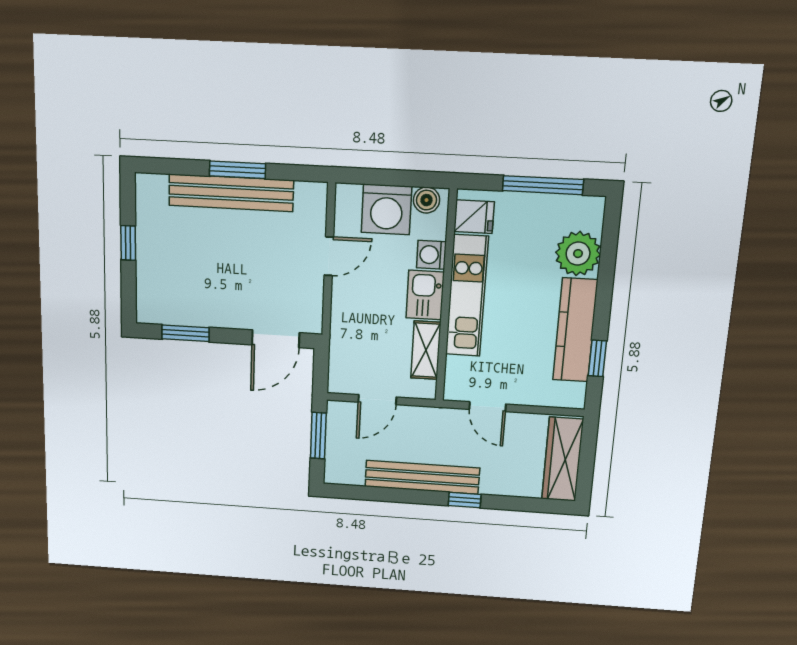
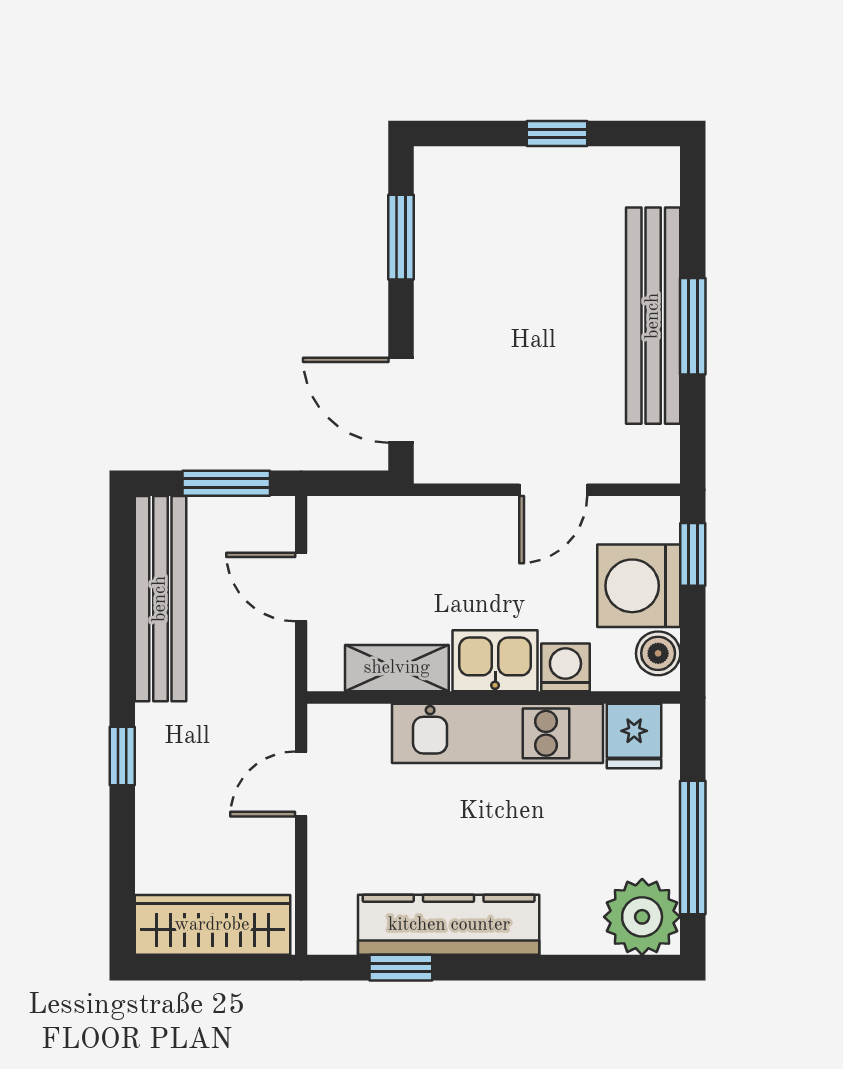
window: (370, 176) -> (693, 554), added
plant: (578, 254) -> (642, 917), moved
door: (329, 256) -> (553, 490), hinge flipped
bench: (422, 477) -> (160, 599), moved

